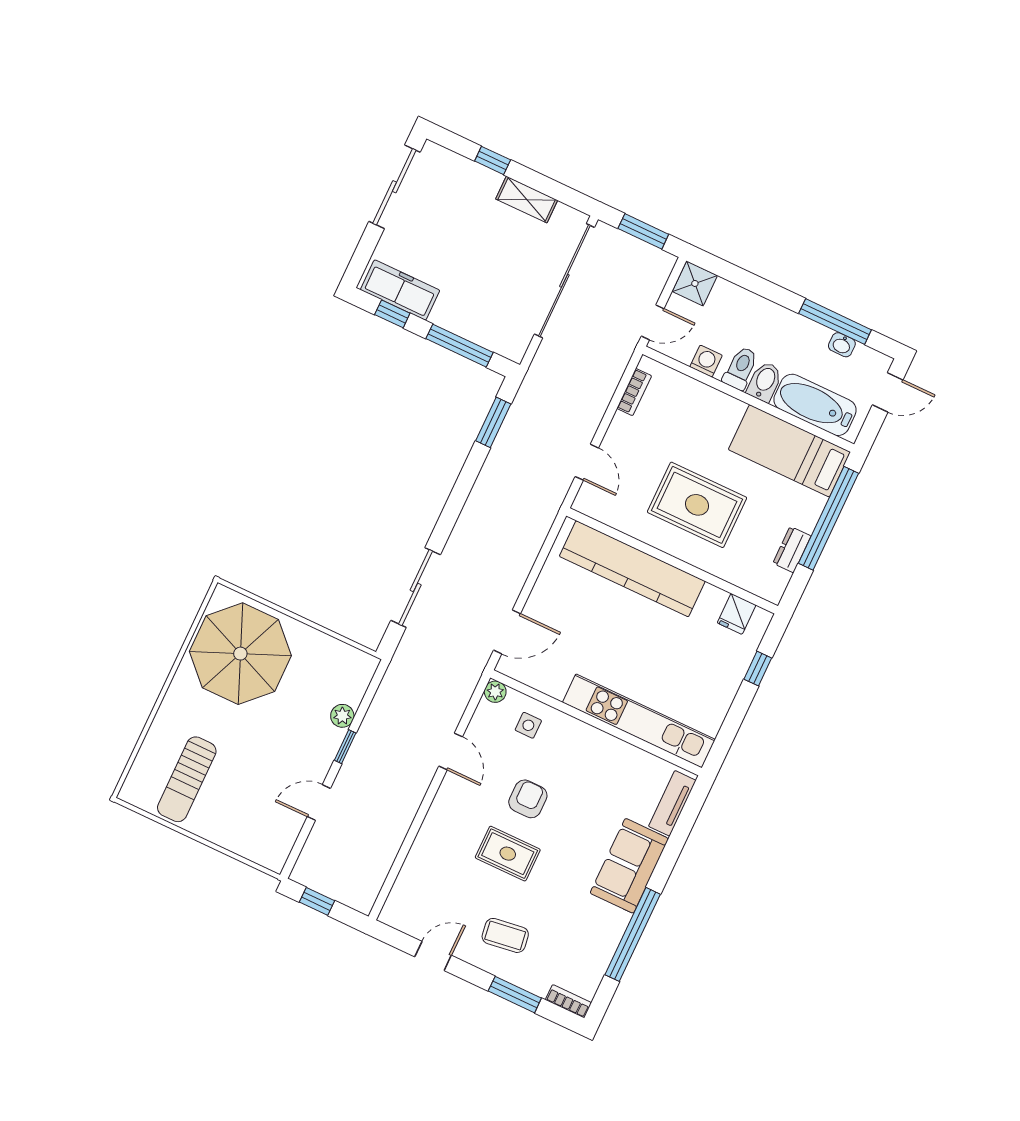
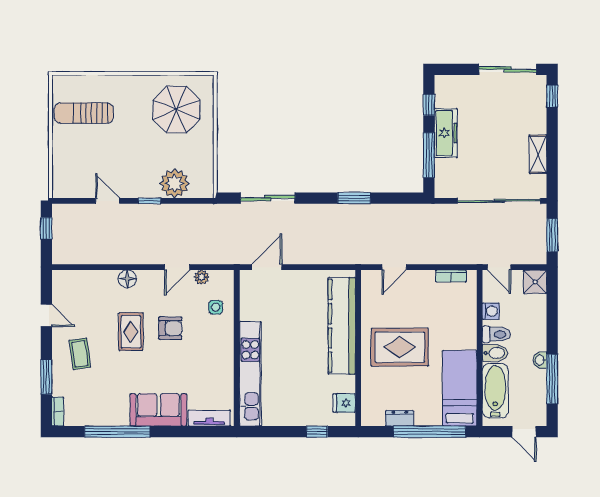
window: (493, 160) -> (552, 96), moved
freezer: (400, 290) -> (446, 133), moved
washbasin: (842, 345) -> (540, 360), moved
window: (493, 422) -> (354, 198), moved
rug: (697, 505) -> (400, 347), turned 90
door: (507, 632) -> (267, 267), swing flipped
parasol: (240, 654) -> (176, 110), width x0.73, depth x0.73
plant: (495, 692) -> (202, 277), moved
plant: (342, 716) -> (175, 183), width x1.87, depth x1.87
floor lamp: (435, 825) -> (127, 279), added

